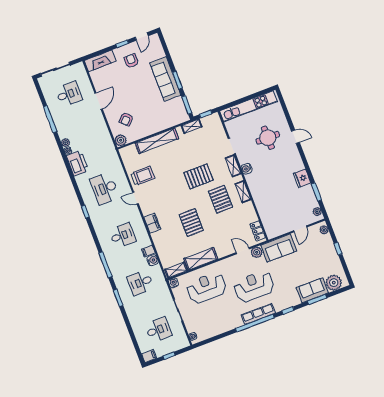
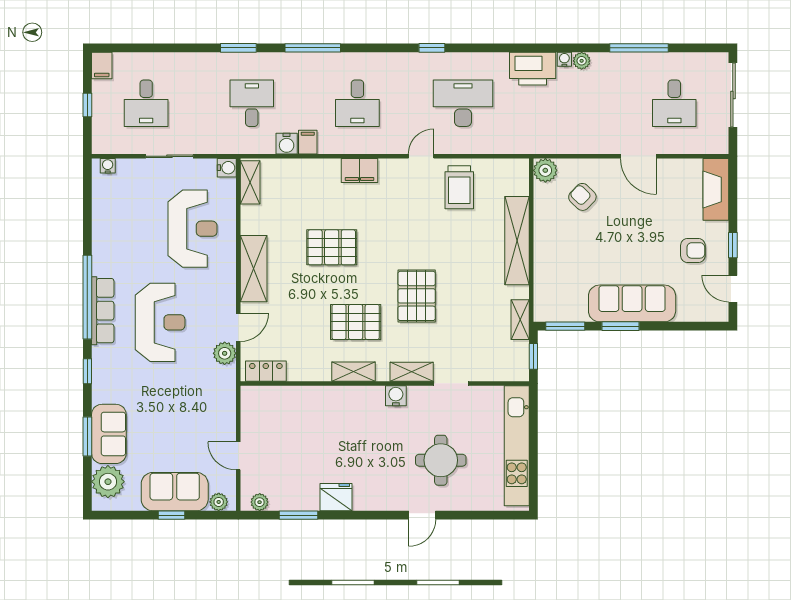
sofa: (279, 248) -> (175, 492), moved, turned 90
shelving: (201, 259) -> (254, 269), moved

